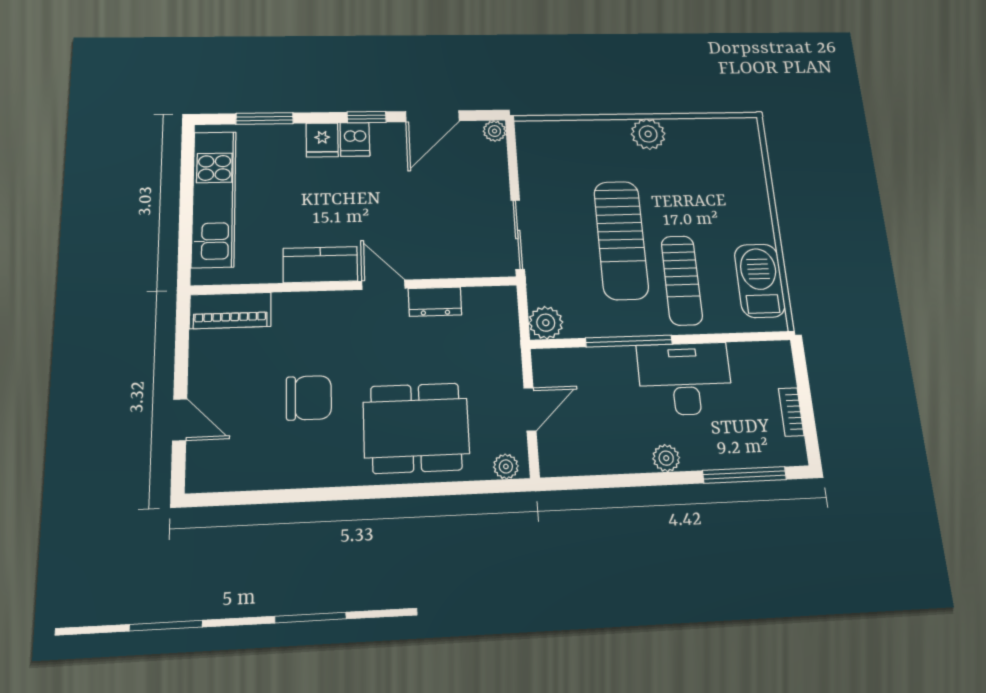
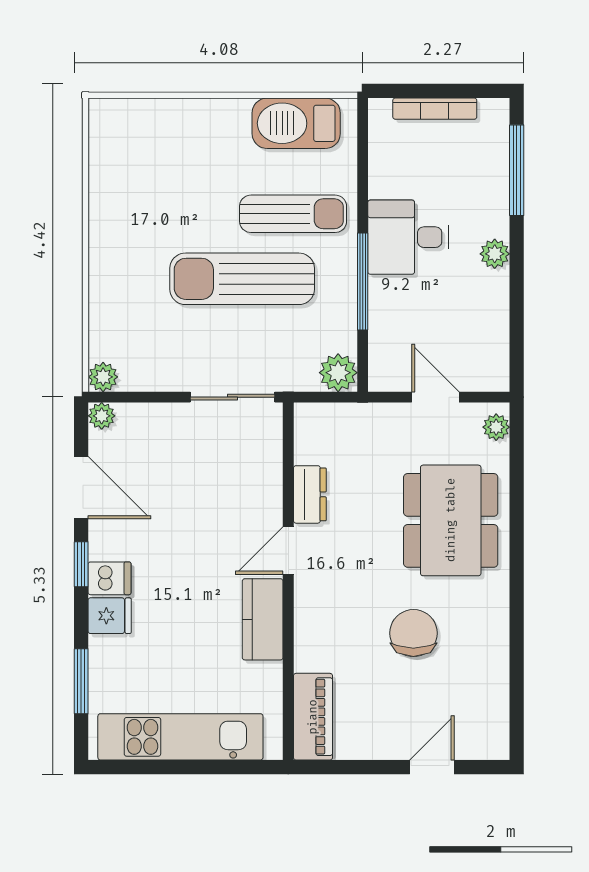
plant: (648, 134) -> (103, 377), moved, width x0.73, depth x0.73
sun lounger: (621, 240) -> (242, 279), turned 180
desk: (685, 379) -> (408, 237), width x0.73
bookcase: (791, 412) -> (435, 109), width x1.56

